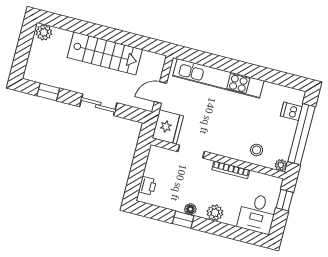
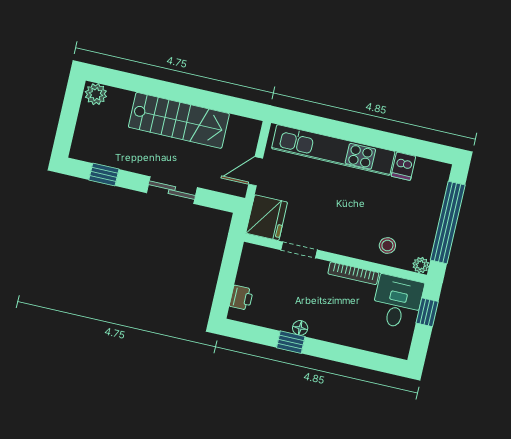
dishwasher: (291, 111) -> (403, 166), moved, turned -90
plant: (215, 213) -> (333, 332), removed
desk: (257, 213) -> (397, 302), moved, turned 180

